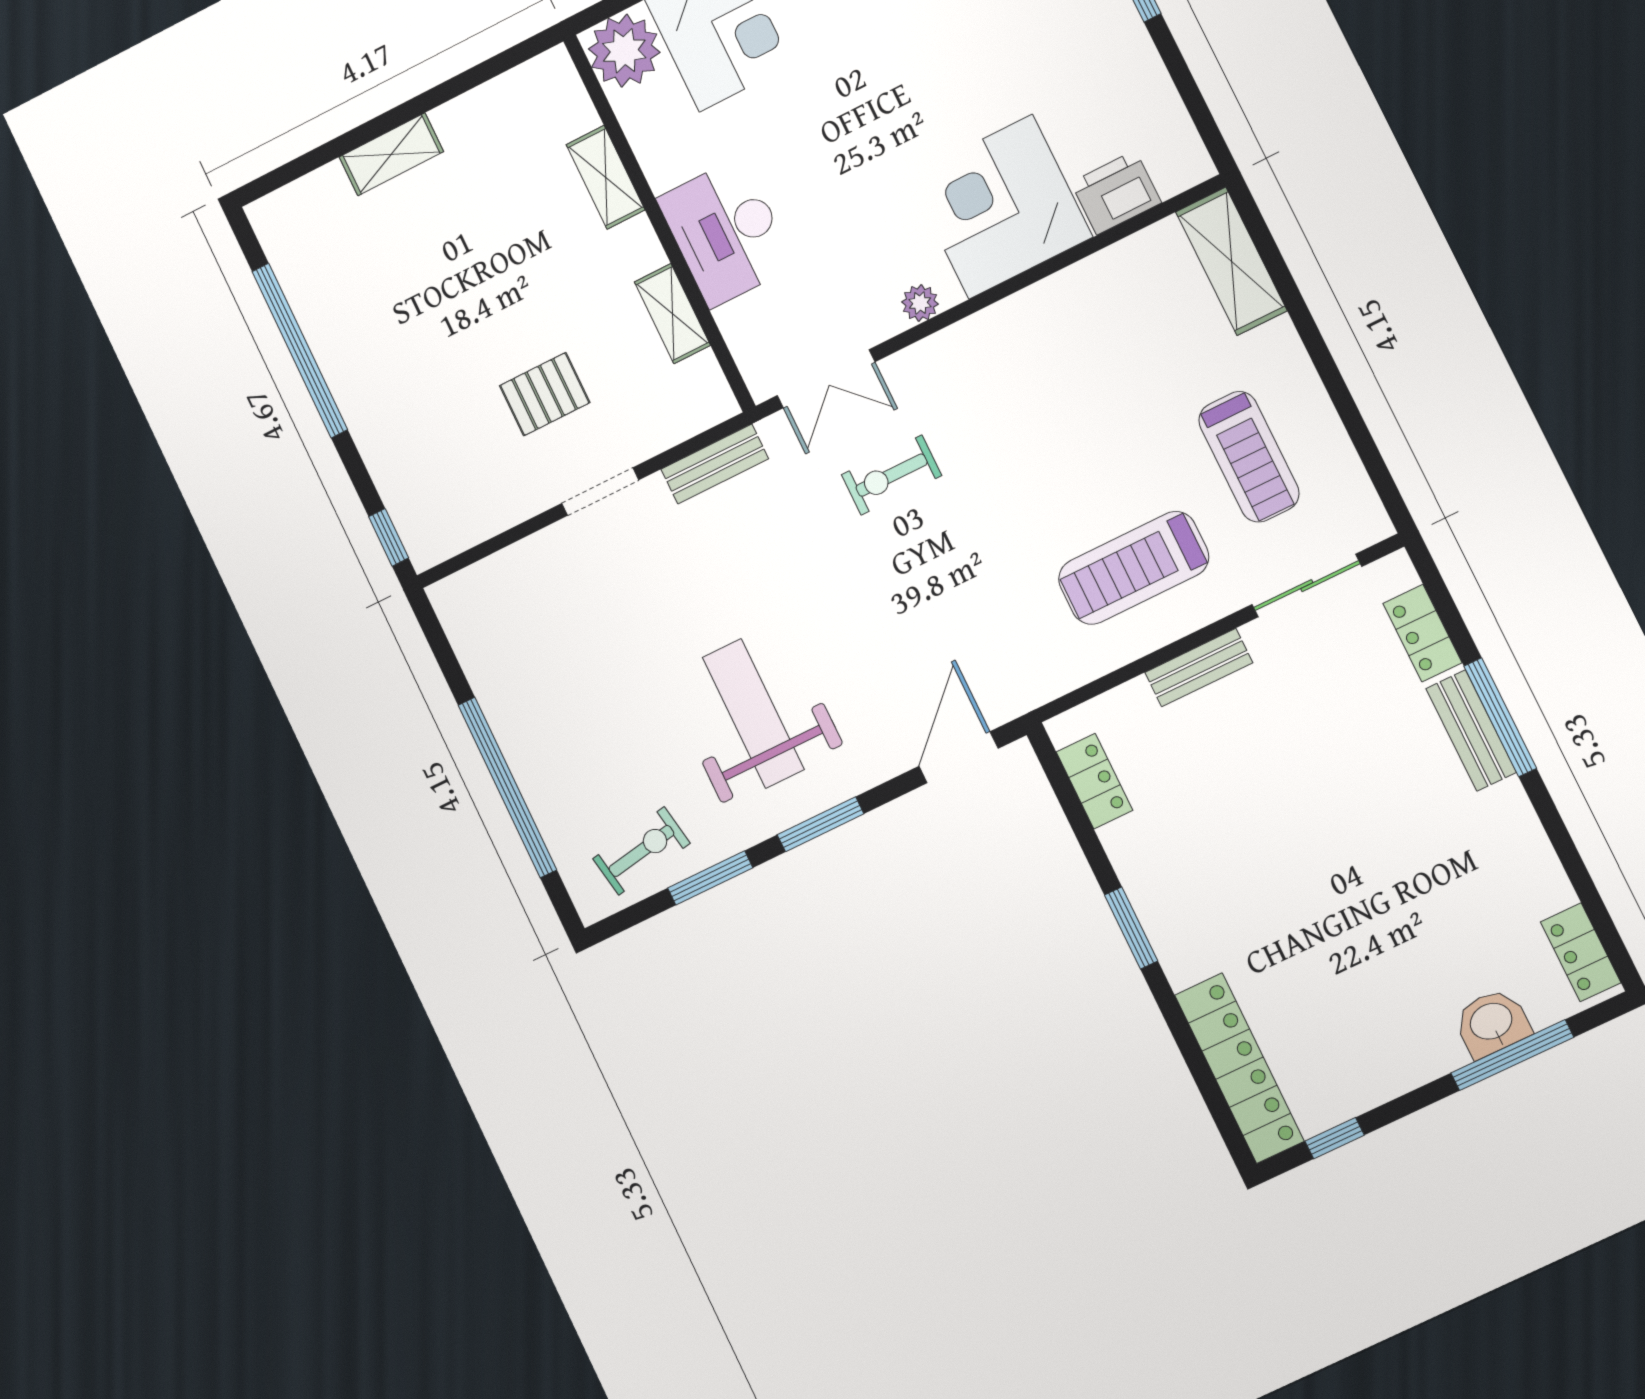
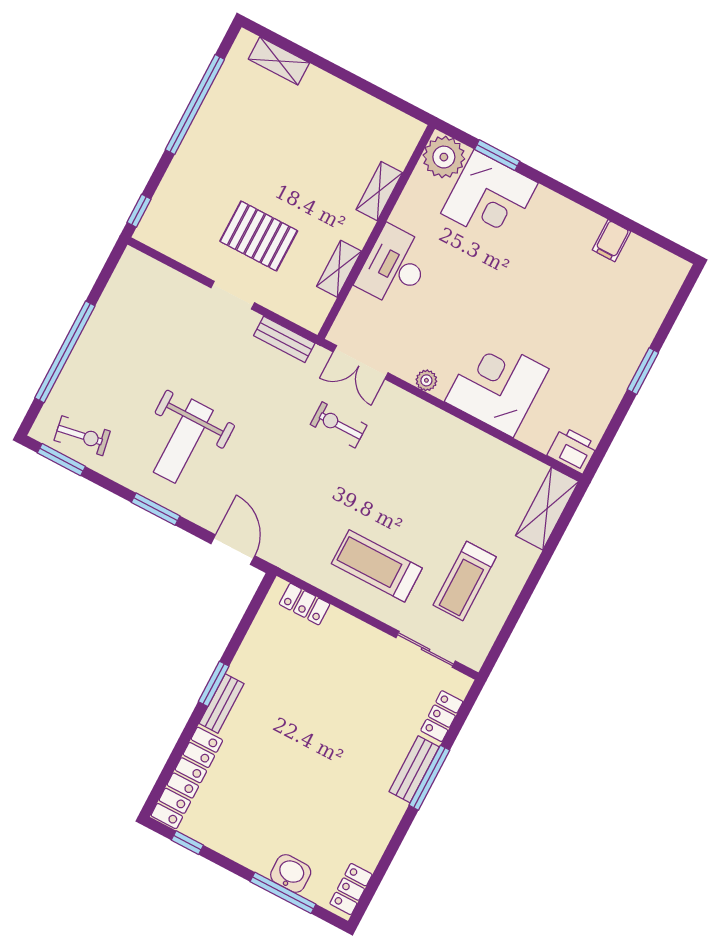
shelving: (391, 154) -> (279, 61), moved
printer: (1116, 193) -> (572, 450), moved
pallet: (545, 394) -> (259, 236), width x1.50, depth x1.42
bench: (1199, 668) -> (222, 703), moved, turned 90
weight bench: (753, 713) -> (183, 441), turned 180
door: (959, 757) -> (233, 550), hinge flipped
locker: (1094, 781) -> (305, 604), moved, turned 90
window: (710, 878) -> (61, 460), moved

